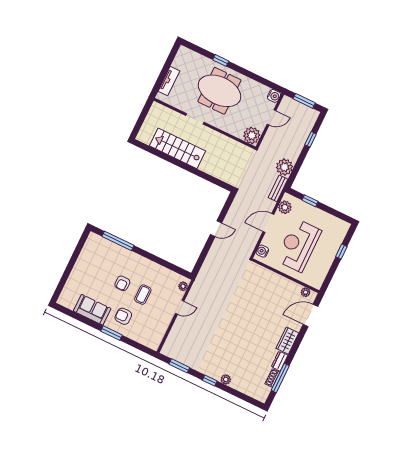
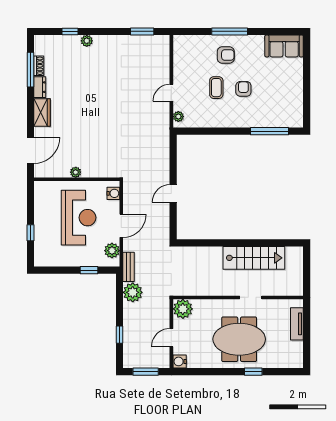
plant: (306, 292) -> (76, 172), moved
sofa: (92, 310) -> (284, 46), moved
window: (112, 333) -> (230, 31), width x1.44
window: (210, 381) -> (70, 31), moved

